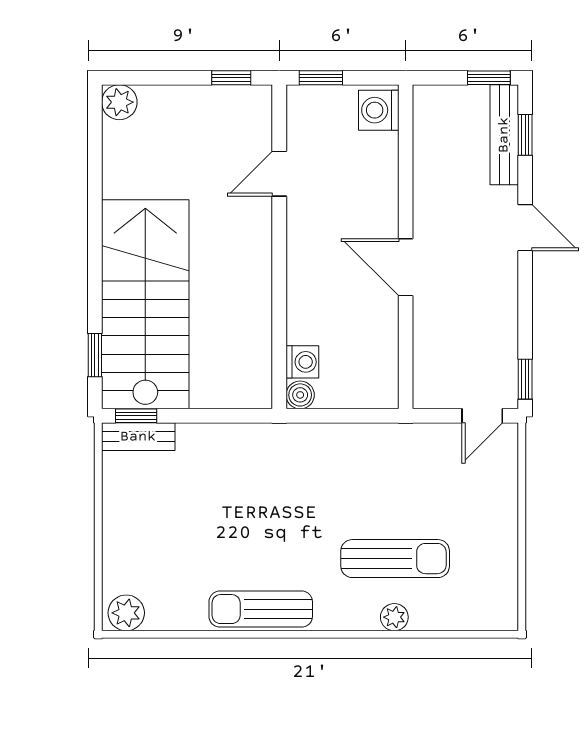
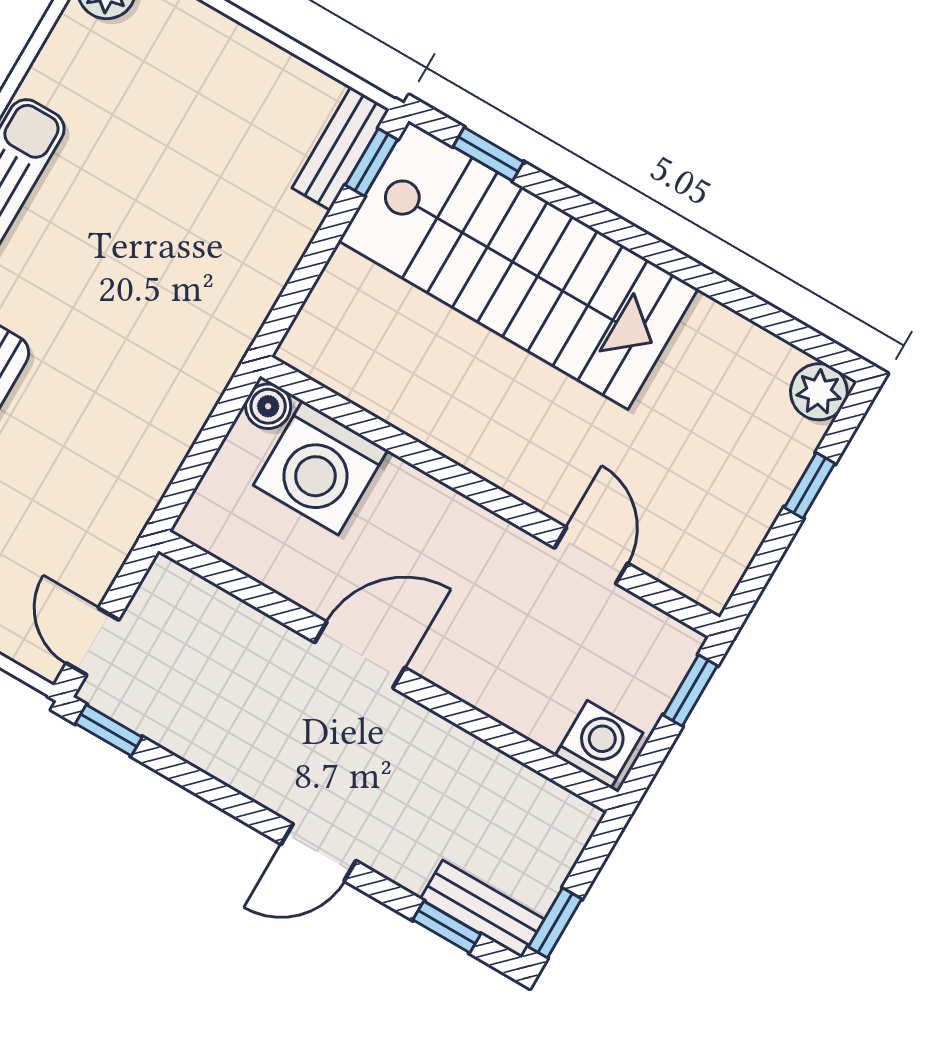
window: (231, 78) -> (810, 485), moved
bench: (504, 135) -> (482, 909), width x0.73
washing machine: (302, 362) -> (320, 468), width x1.89, depth x1.89

